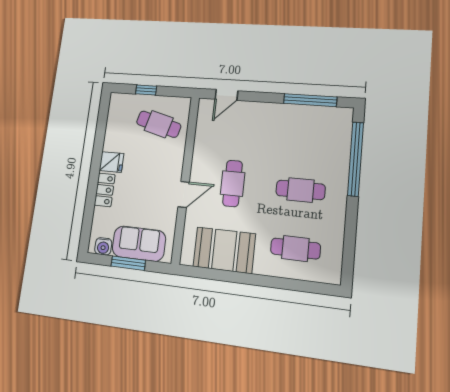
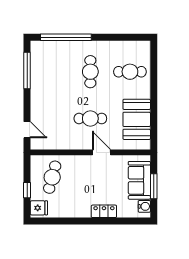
fridge: (112, 162) -> (39, 208), moved, turned 90
cafe table: (295, 249) -> (130, 72), turned 90

